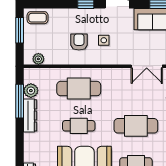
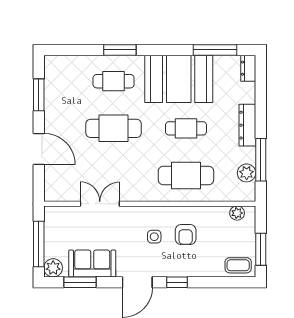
dresser: (30, 115) -> (247, 125), moved

